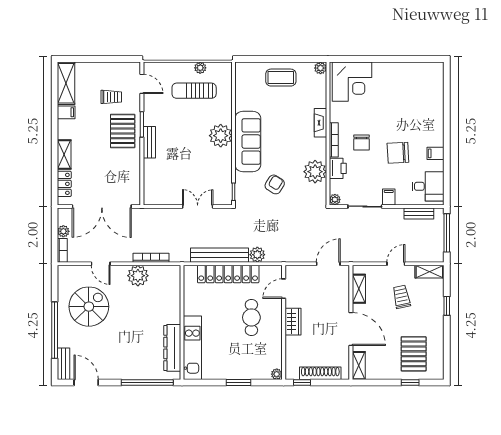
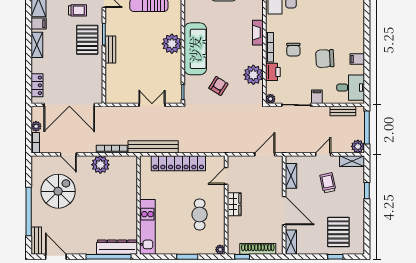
shelving: (64, 154) -> (37, 45), moved
bench: (219, 255) -> (153, 147), moved
plant: (257, 255) -> (358, 146), moved
cafe table: (251, 317) -> (200, 215), moved
dresser: (172, 348) -> (117, 247), moved, turned 90

